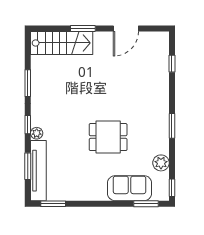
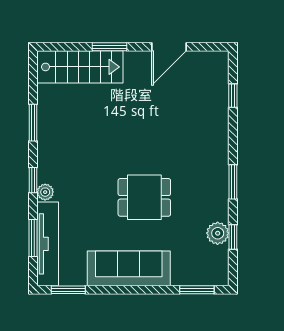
sofa: (130, 188) -> (129, 268), moved, width x1.36
window: (172, 188) -> (233, 237), moved

